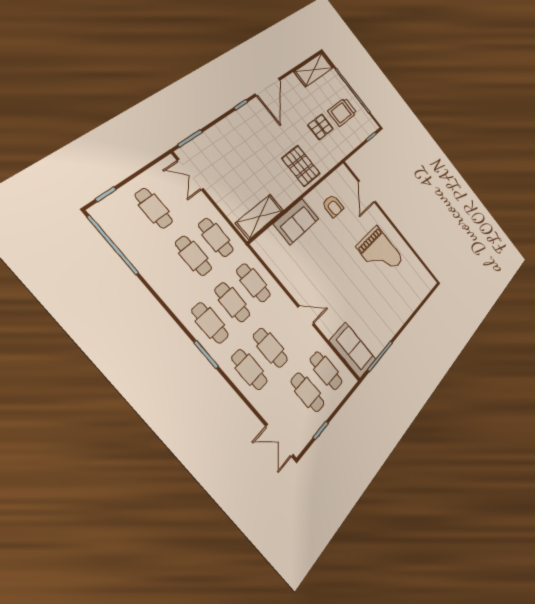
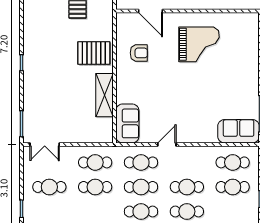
door: (268, 87) -> (21, 27), removed
shelving: (260, 217) -> (105, 95), moved
sofa: (296, 221) -> (127, 123), moved
door: (306, 315) -> (167, 145), moved

